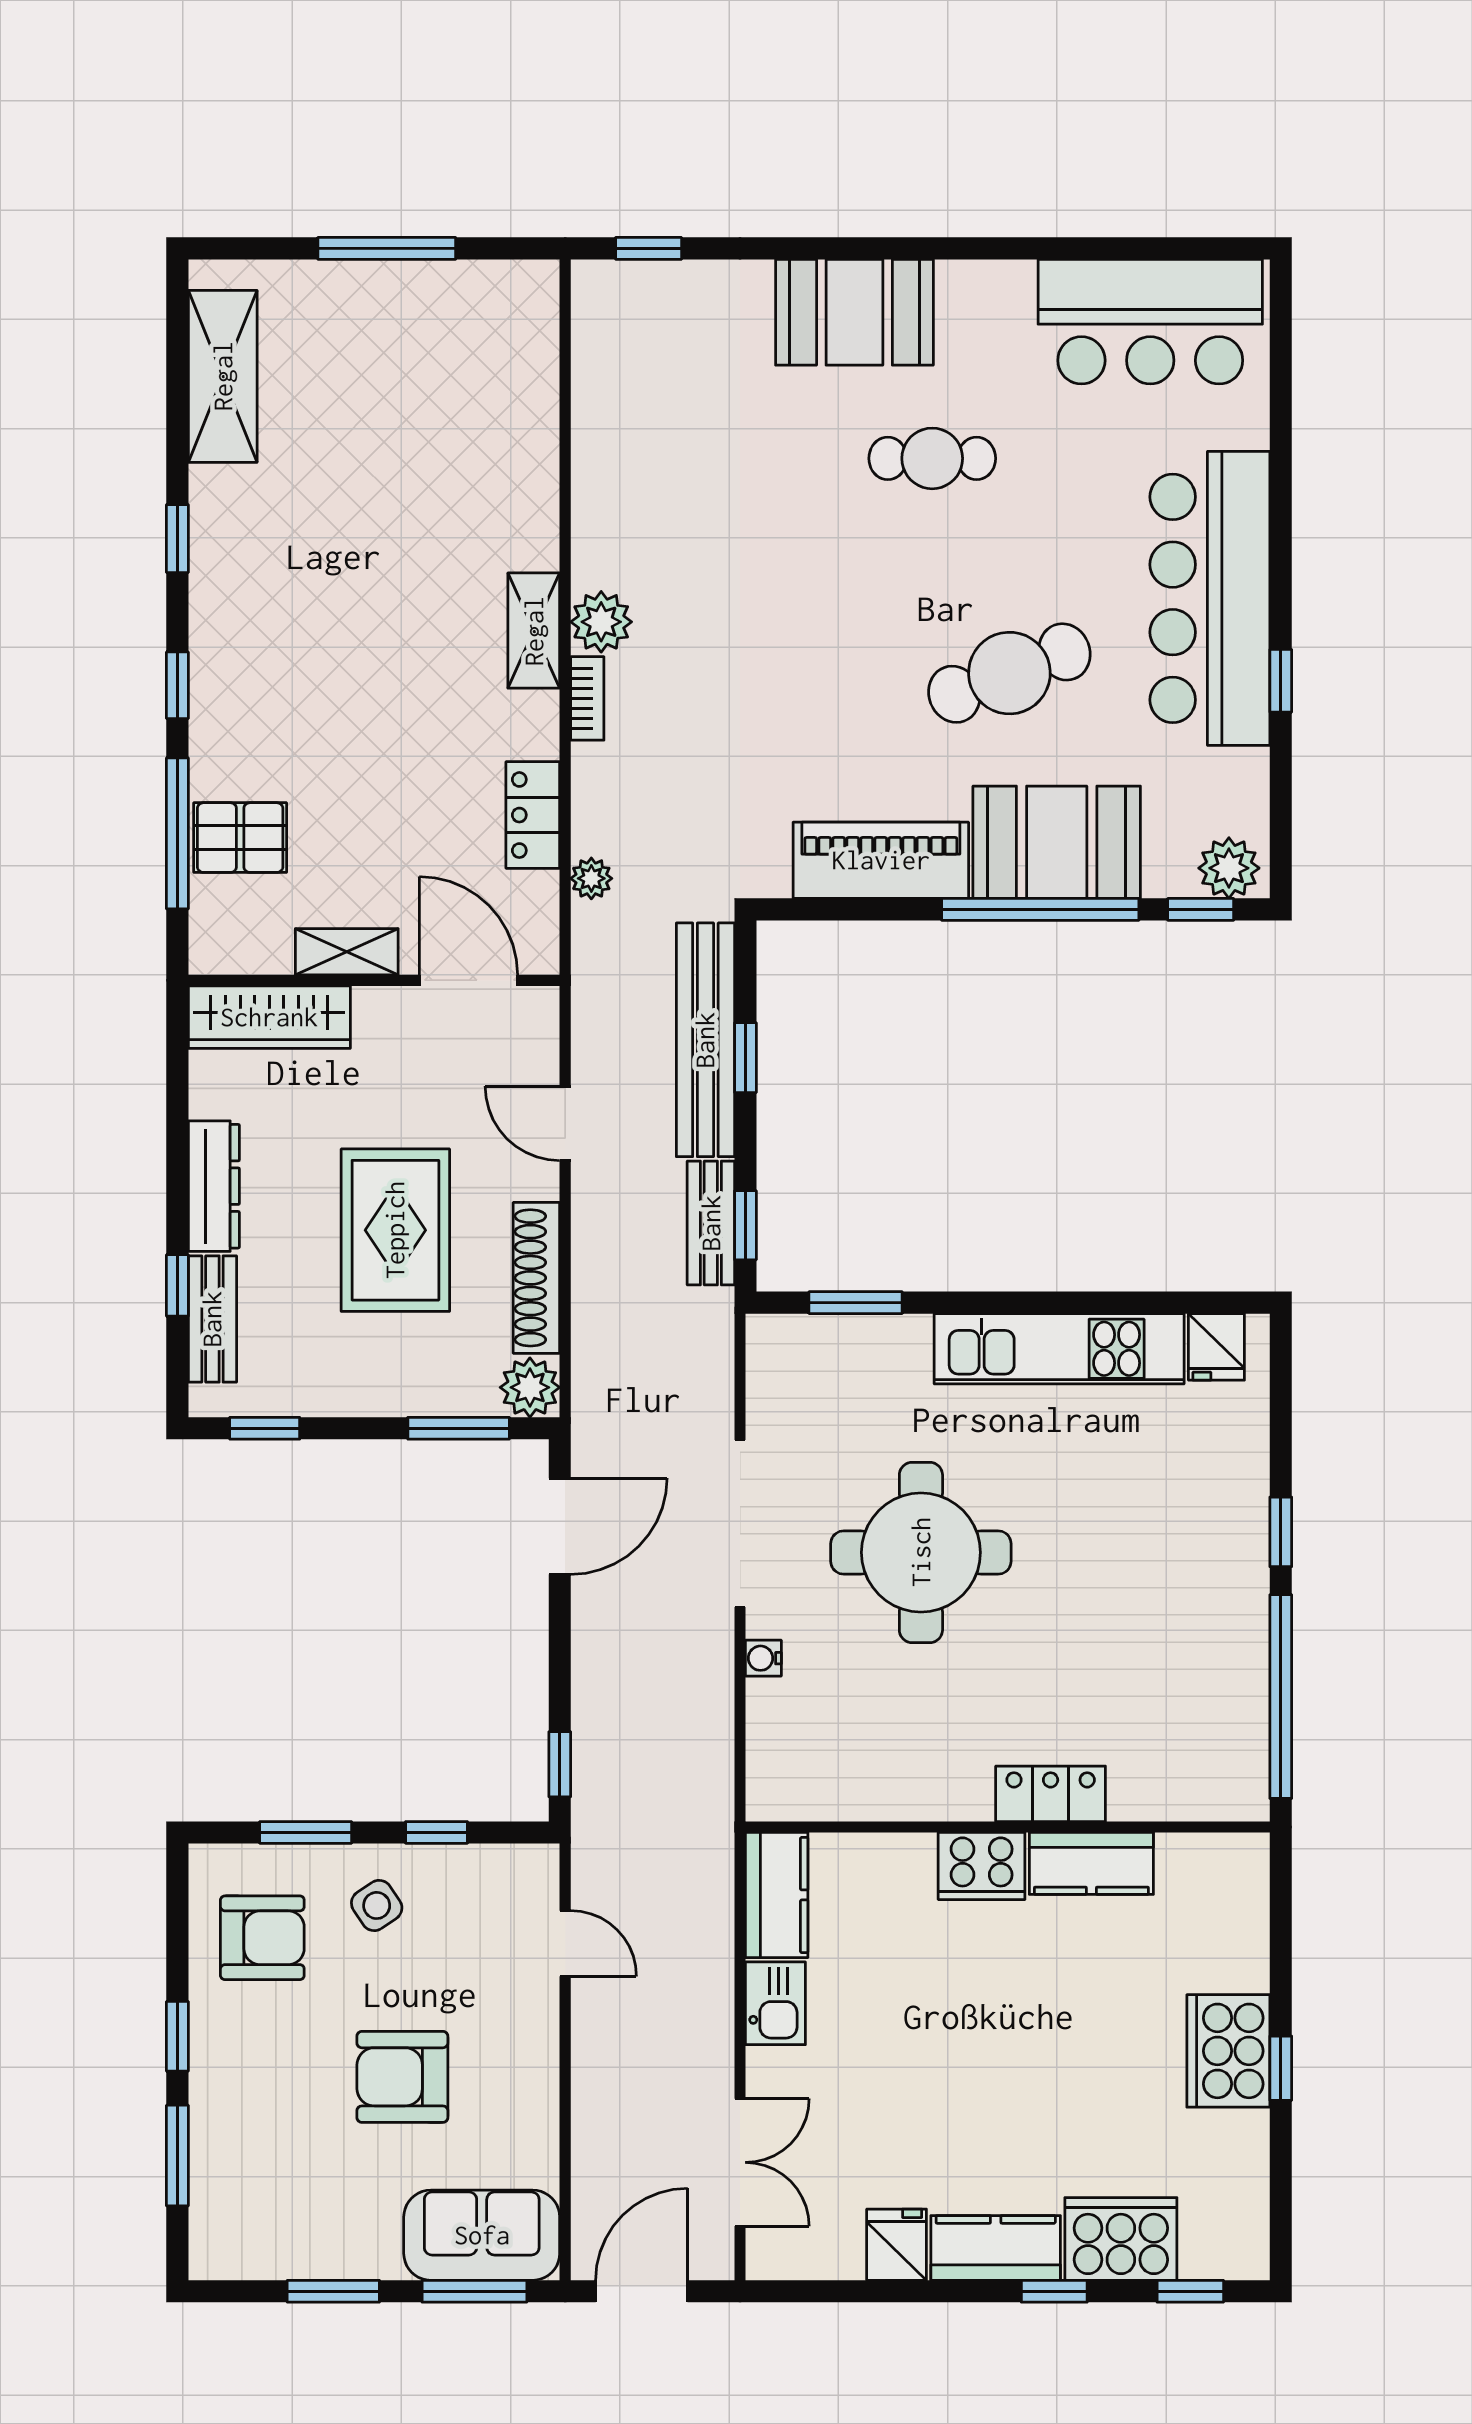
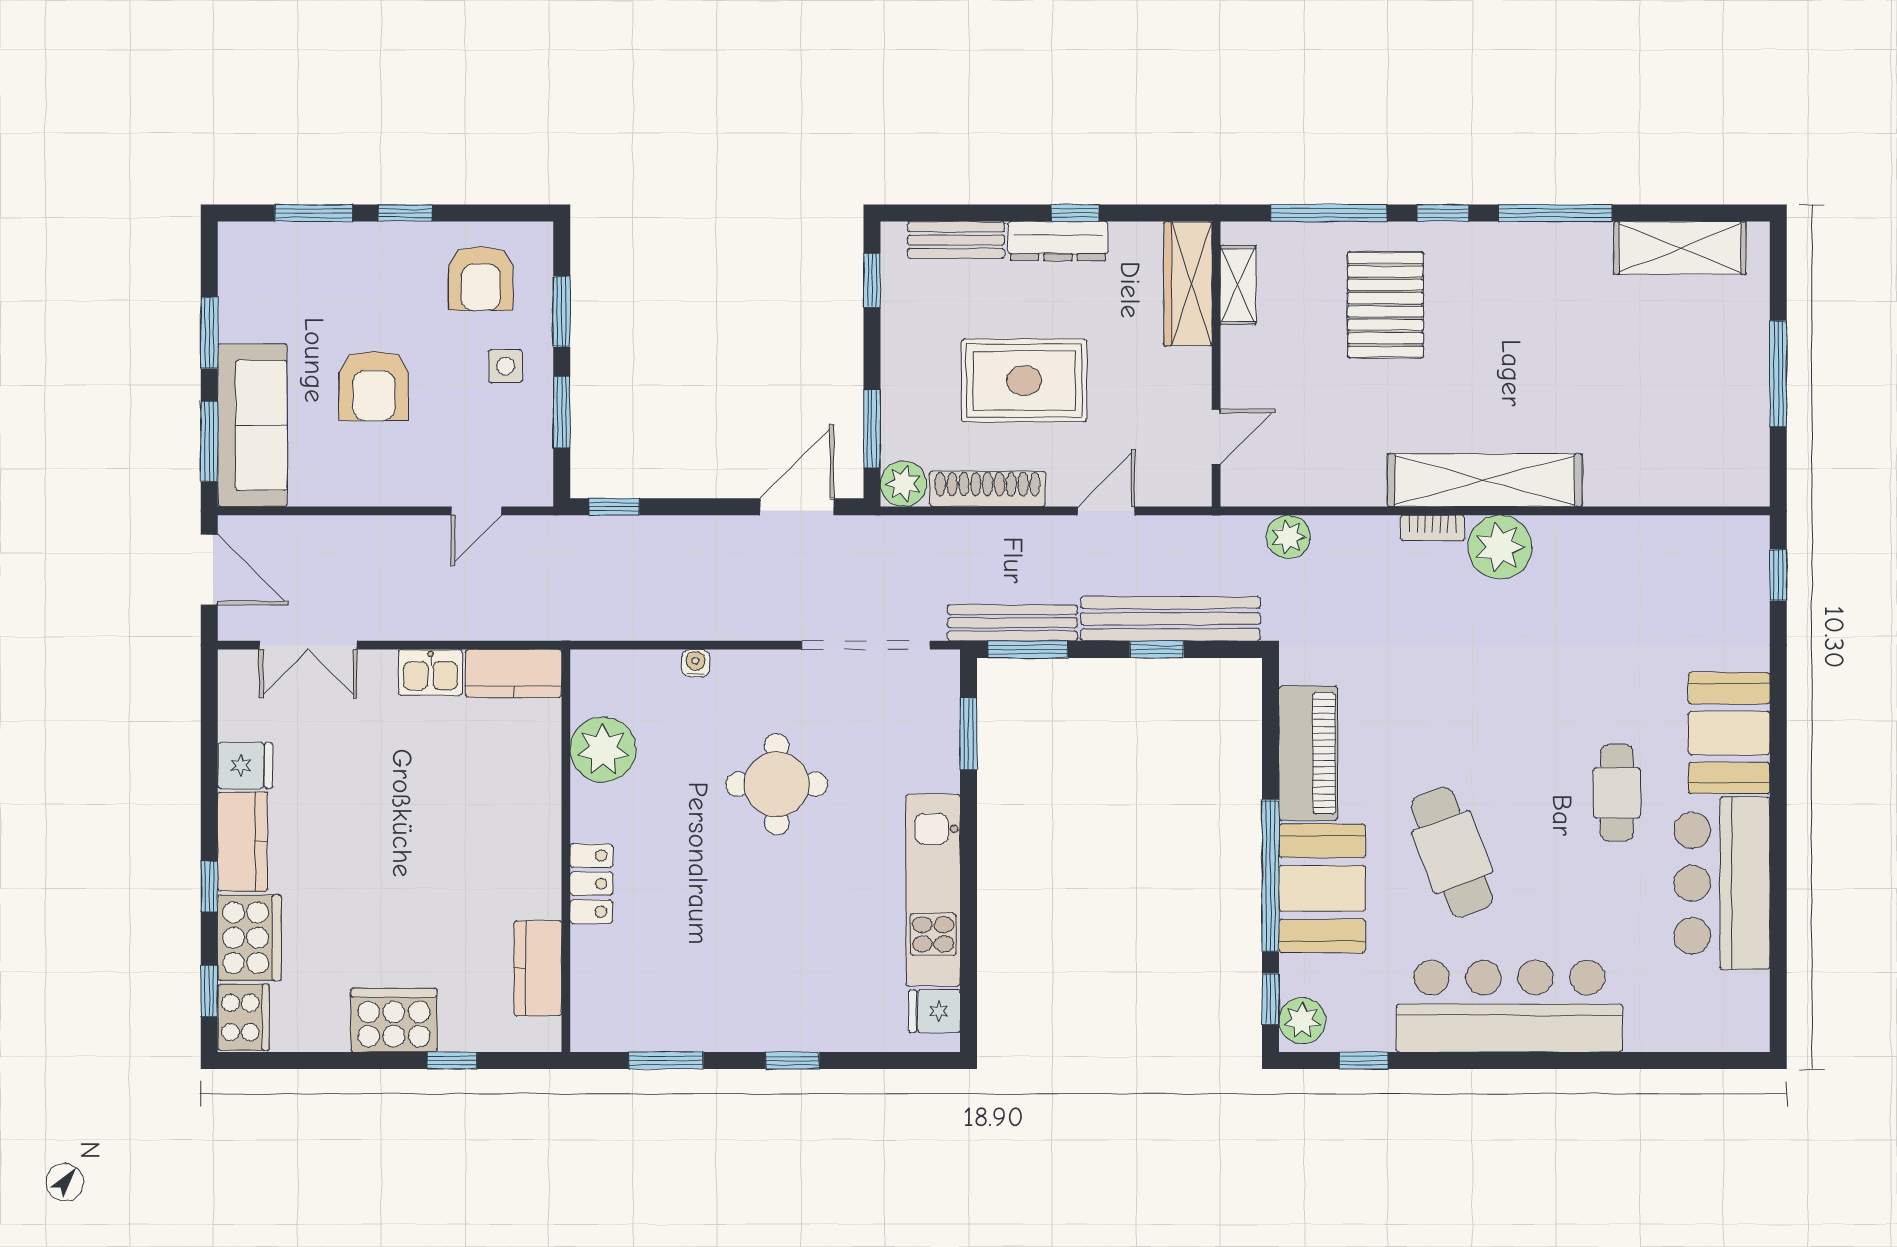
bar counter: (1150, 322) -> (1722, 883), moved
window: (177, 539) -> (1555, 213), width x2.17
plant: (601, 622) -> (1500, 547), width x1.36, depth x1.36
shelving: (534, 631) -> (1485, 480), width x2.20, depth x1.33
window: (1281, 681) -> (1364, 1060), moved
locker: (533, 815) -> (1343, 486), removed
pallet: (240, 838) -> (1385, 305), moved, width x1.50, depth x1.42
plant: (591, 878) -> (1288, 537), width x1.38, depth x1.38
shelving: (347, 952) -> (1238, 285), moved
door: (469, 980) -> (1216, 437), width x0.73
bench: (711, 1223) -> (1012, 623), width x1.36
window: (745, 1225) -> (1028, 649), width x1.50
window: (177, 1285) -> (1075, 213), moved
doorway: (740, 1523) -> (866, 645), moved
door: (560, 1526) -> (797, 507), swing flipped
round table: (921, 1552) -> (777, 784), width x0.73, depth x0.73
window: (1281, 1697) -> (666, 1060), width x0.47
plant: (876, 1779) -> (603, 750), added
window: (437, 1832) -> (562, 412), width x1.50
kitchen counter: (1091, 1863) -> (538, 968), moved
cooker: (982, 1866) -> (243, 1017), moved, turned 180
side table: (377, 1905) -> (506, 366), turned 34
window: (1281, 2068) -> (452, 1060), moved
armchair: (402, 2077) -> (374, 386), turned 180
sofa: (482, 2235) -> (252, 425), width x1.36

